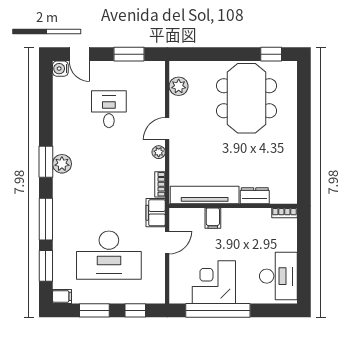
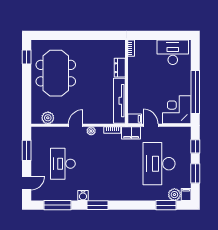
water cooler: (60, 69) -> (83, 196), moved
meeting table: (247, 98) -> (56, 73), turned 90
desk: (109, 109) -> (63, 164), width x1.37
door: (167, 129) -> (76, 125), swing flipped
plant: (62, 164) -> (174, 195), moved
filing cabinet: (213, 218) -> (135, 119), moved
window: (46, 219) -> (57, 205), moved
desk: (109, 255) -> (159, 164), turned 180
corner desk: (214, 282) -> (177, 110), moved, turned 90

